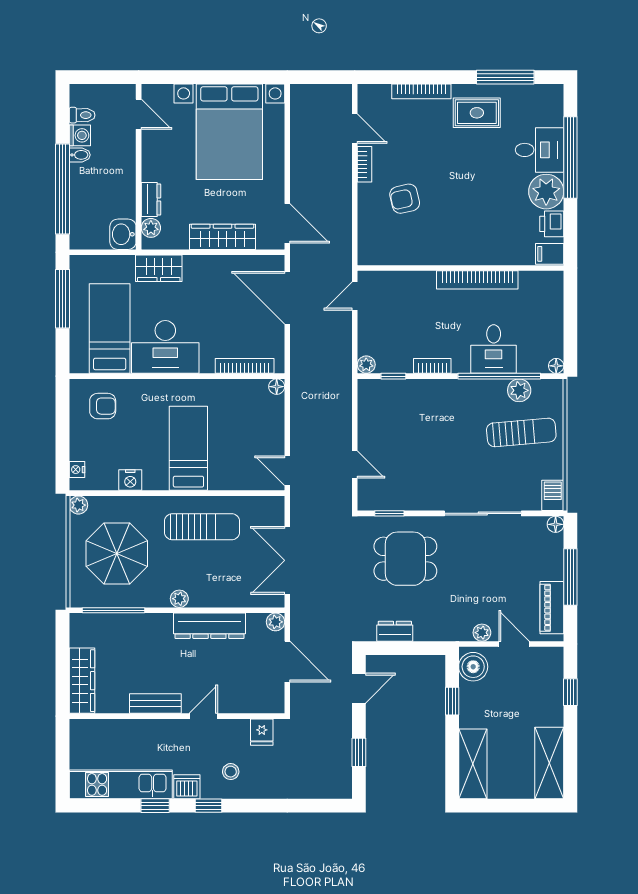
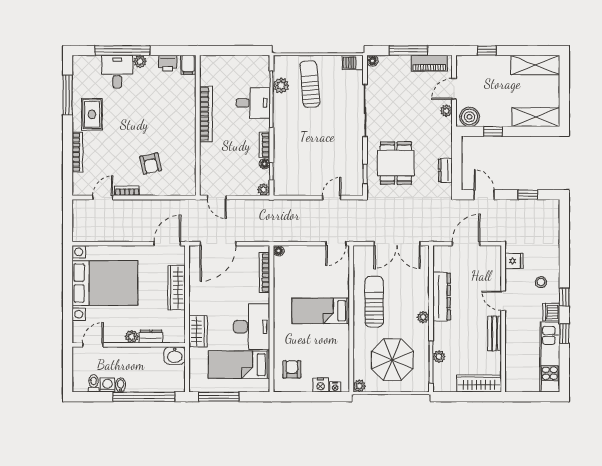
plant: (546, 192) -> (140, 61), width x0.53, depth x0.53
plant: (151, 228) -> (132, 337), moved
floor lamp: (556, 366) -> (264, 164), moved
nightstand: (130, 480) -> (321, 385), moved, turned 90
plant: (275, 622) -> (439, 356), moved

